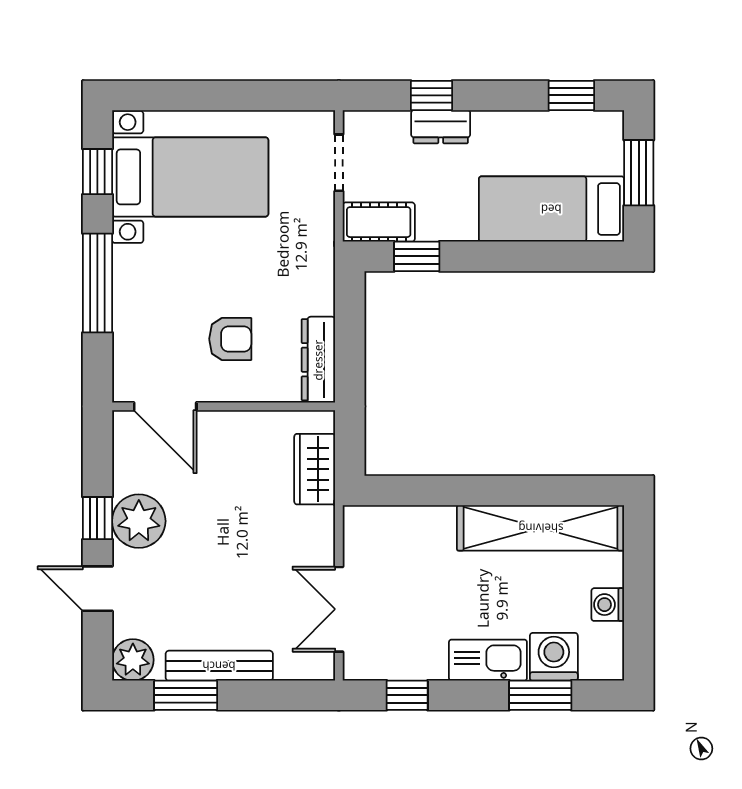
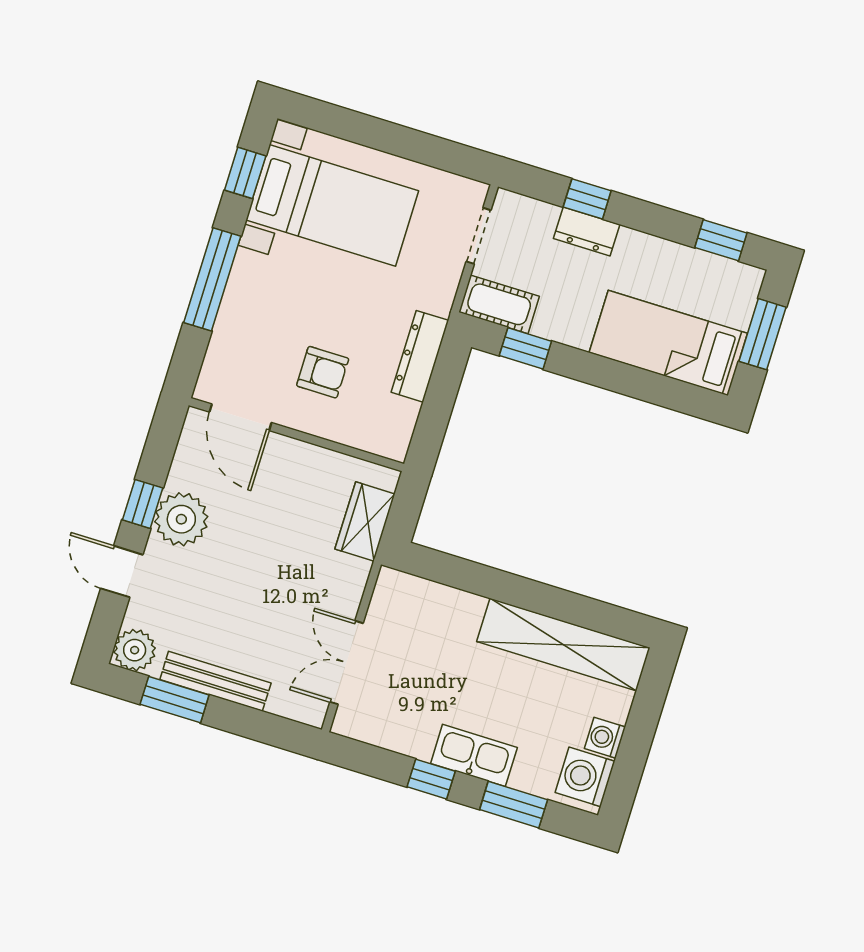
dresser: (318, 360) -> (420, 356), moved
washing machine: (554, 657) -> (585, 777), moved, turned -90
window: (407, 695) -> (431, 779), moved

